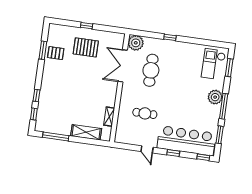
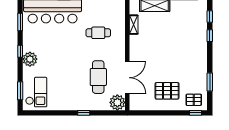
window: (87, 26) -> (195, 113), moved
pallet: (56, 53) -> (194, 100), moved
window: (224, 106) -> (20, 51), width x0.46

